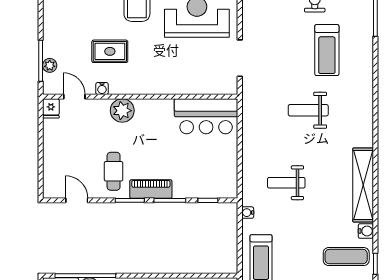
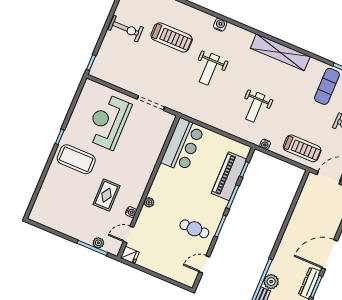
plant: (122, 111) -> (149, 202), width x0.53, depth x0.53
piano: (151, 189) -> (229, 176), moved, width x1.37, depth x1.33
water cooler: (366, 231) -> (220, 25), moved

